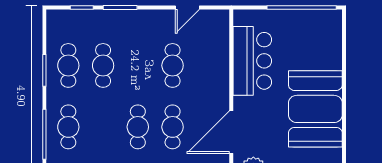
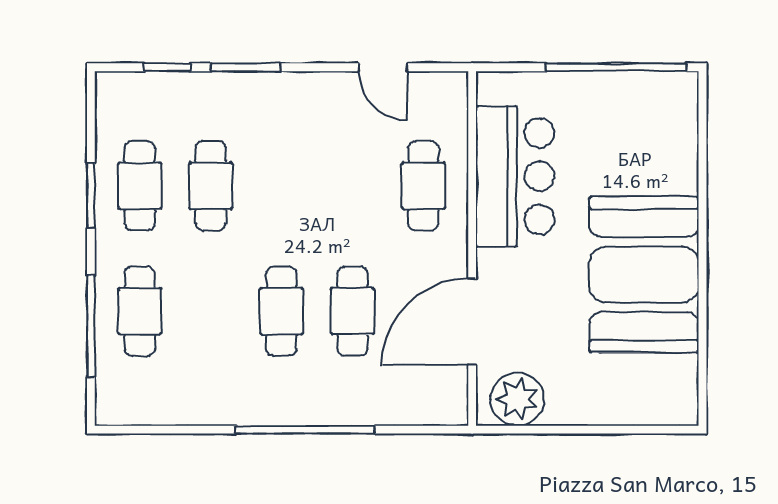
door: (187, 7) -> (383, 67), hinge flipped
cafe table: (173, 65) -> (423, 186), moved

